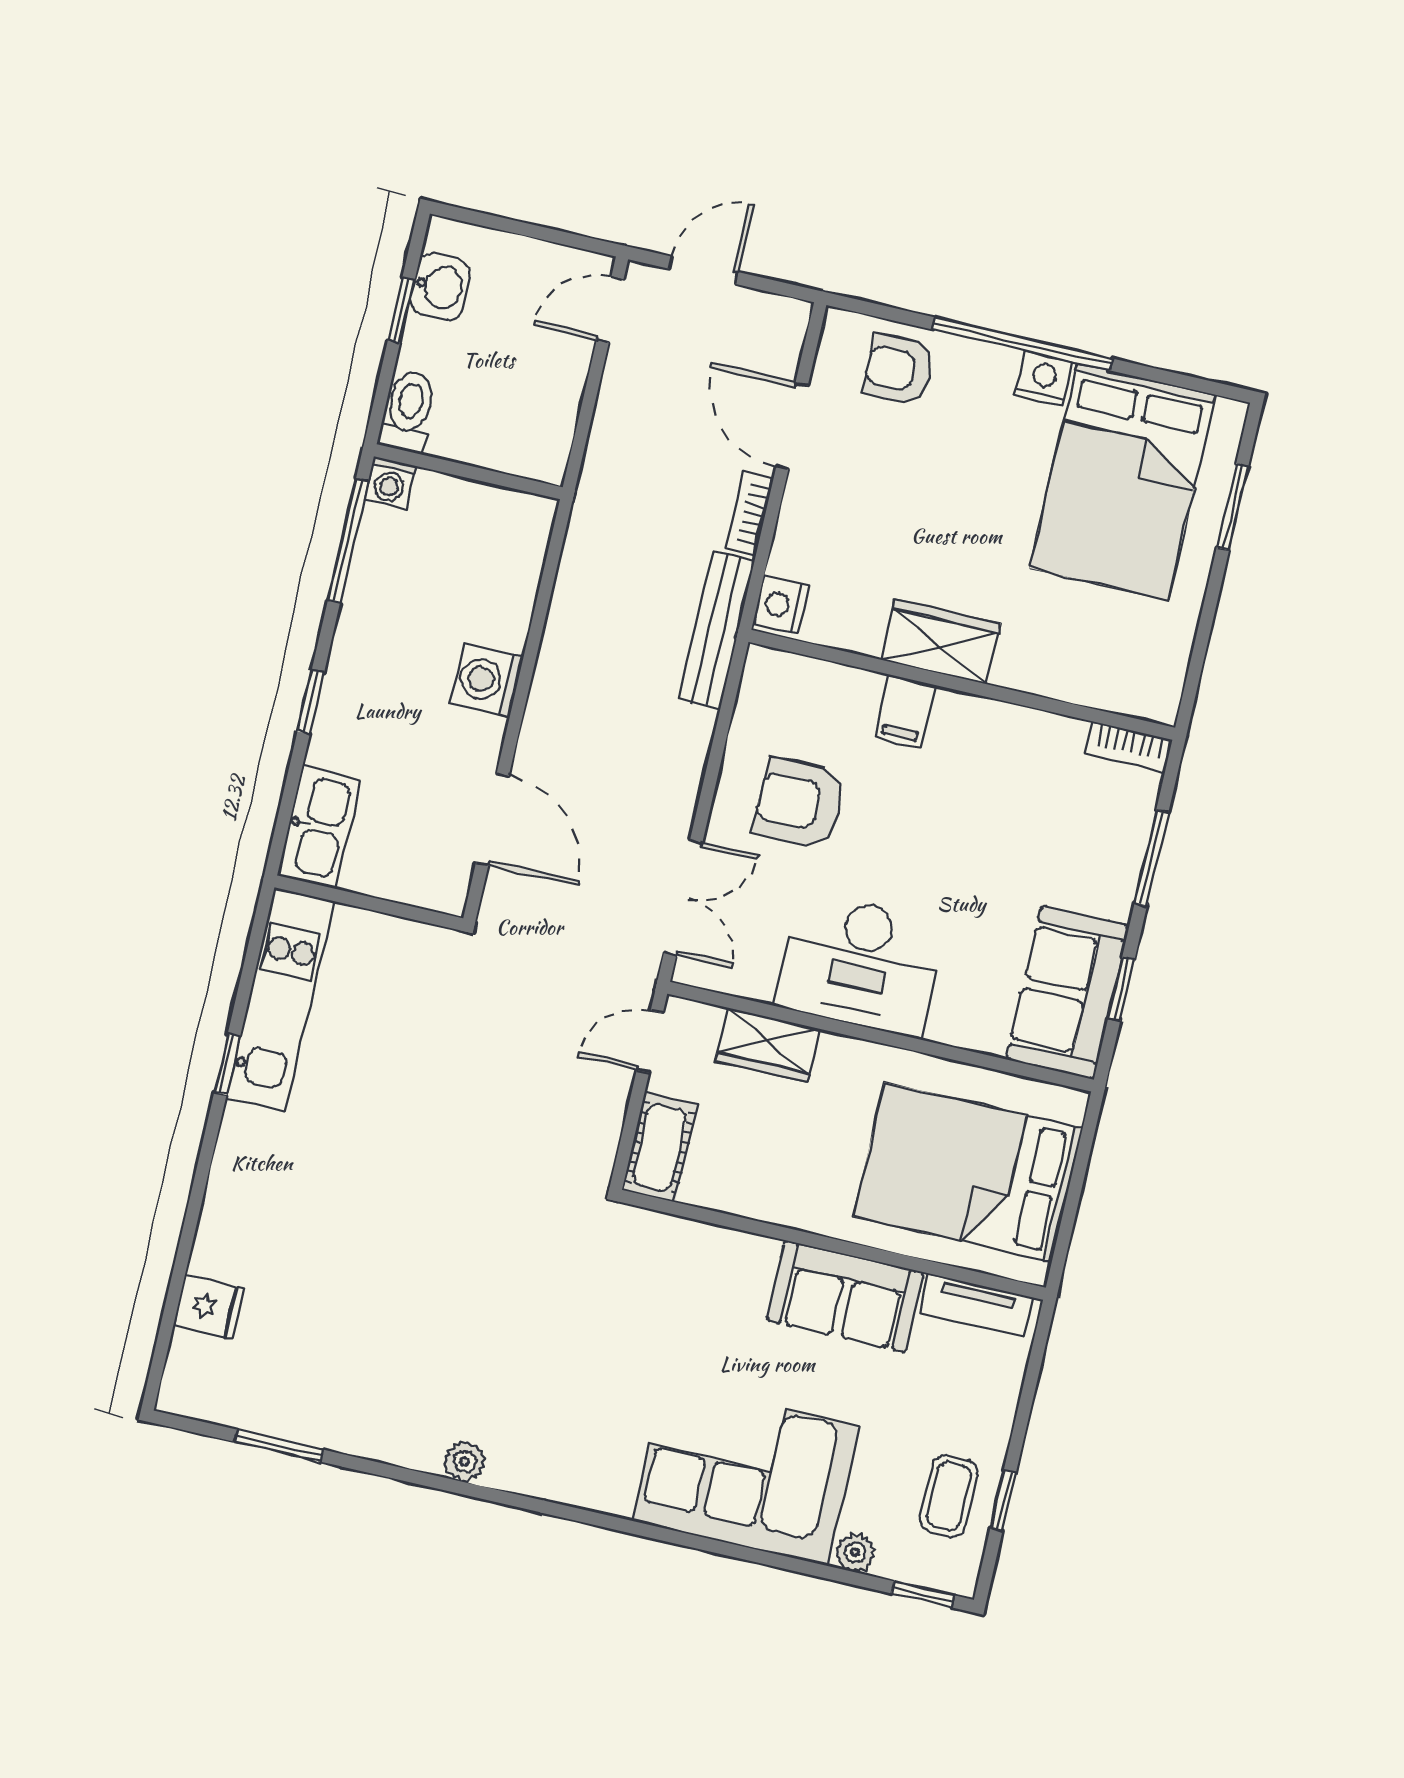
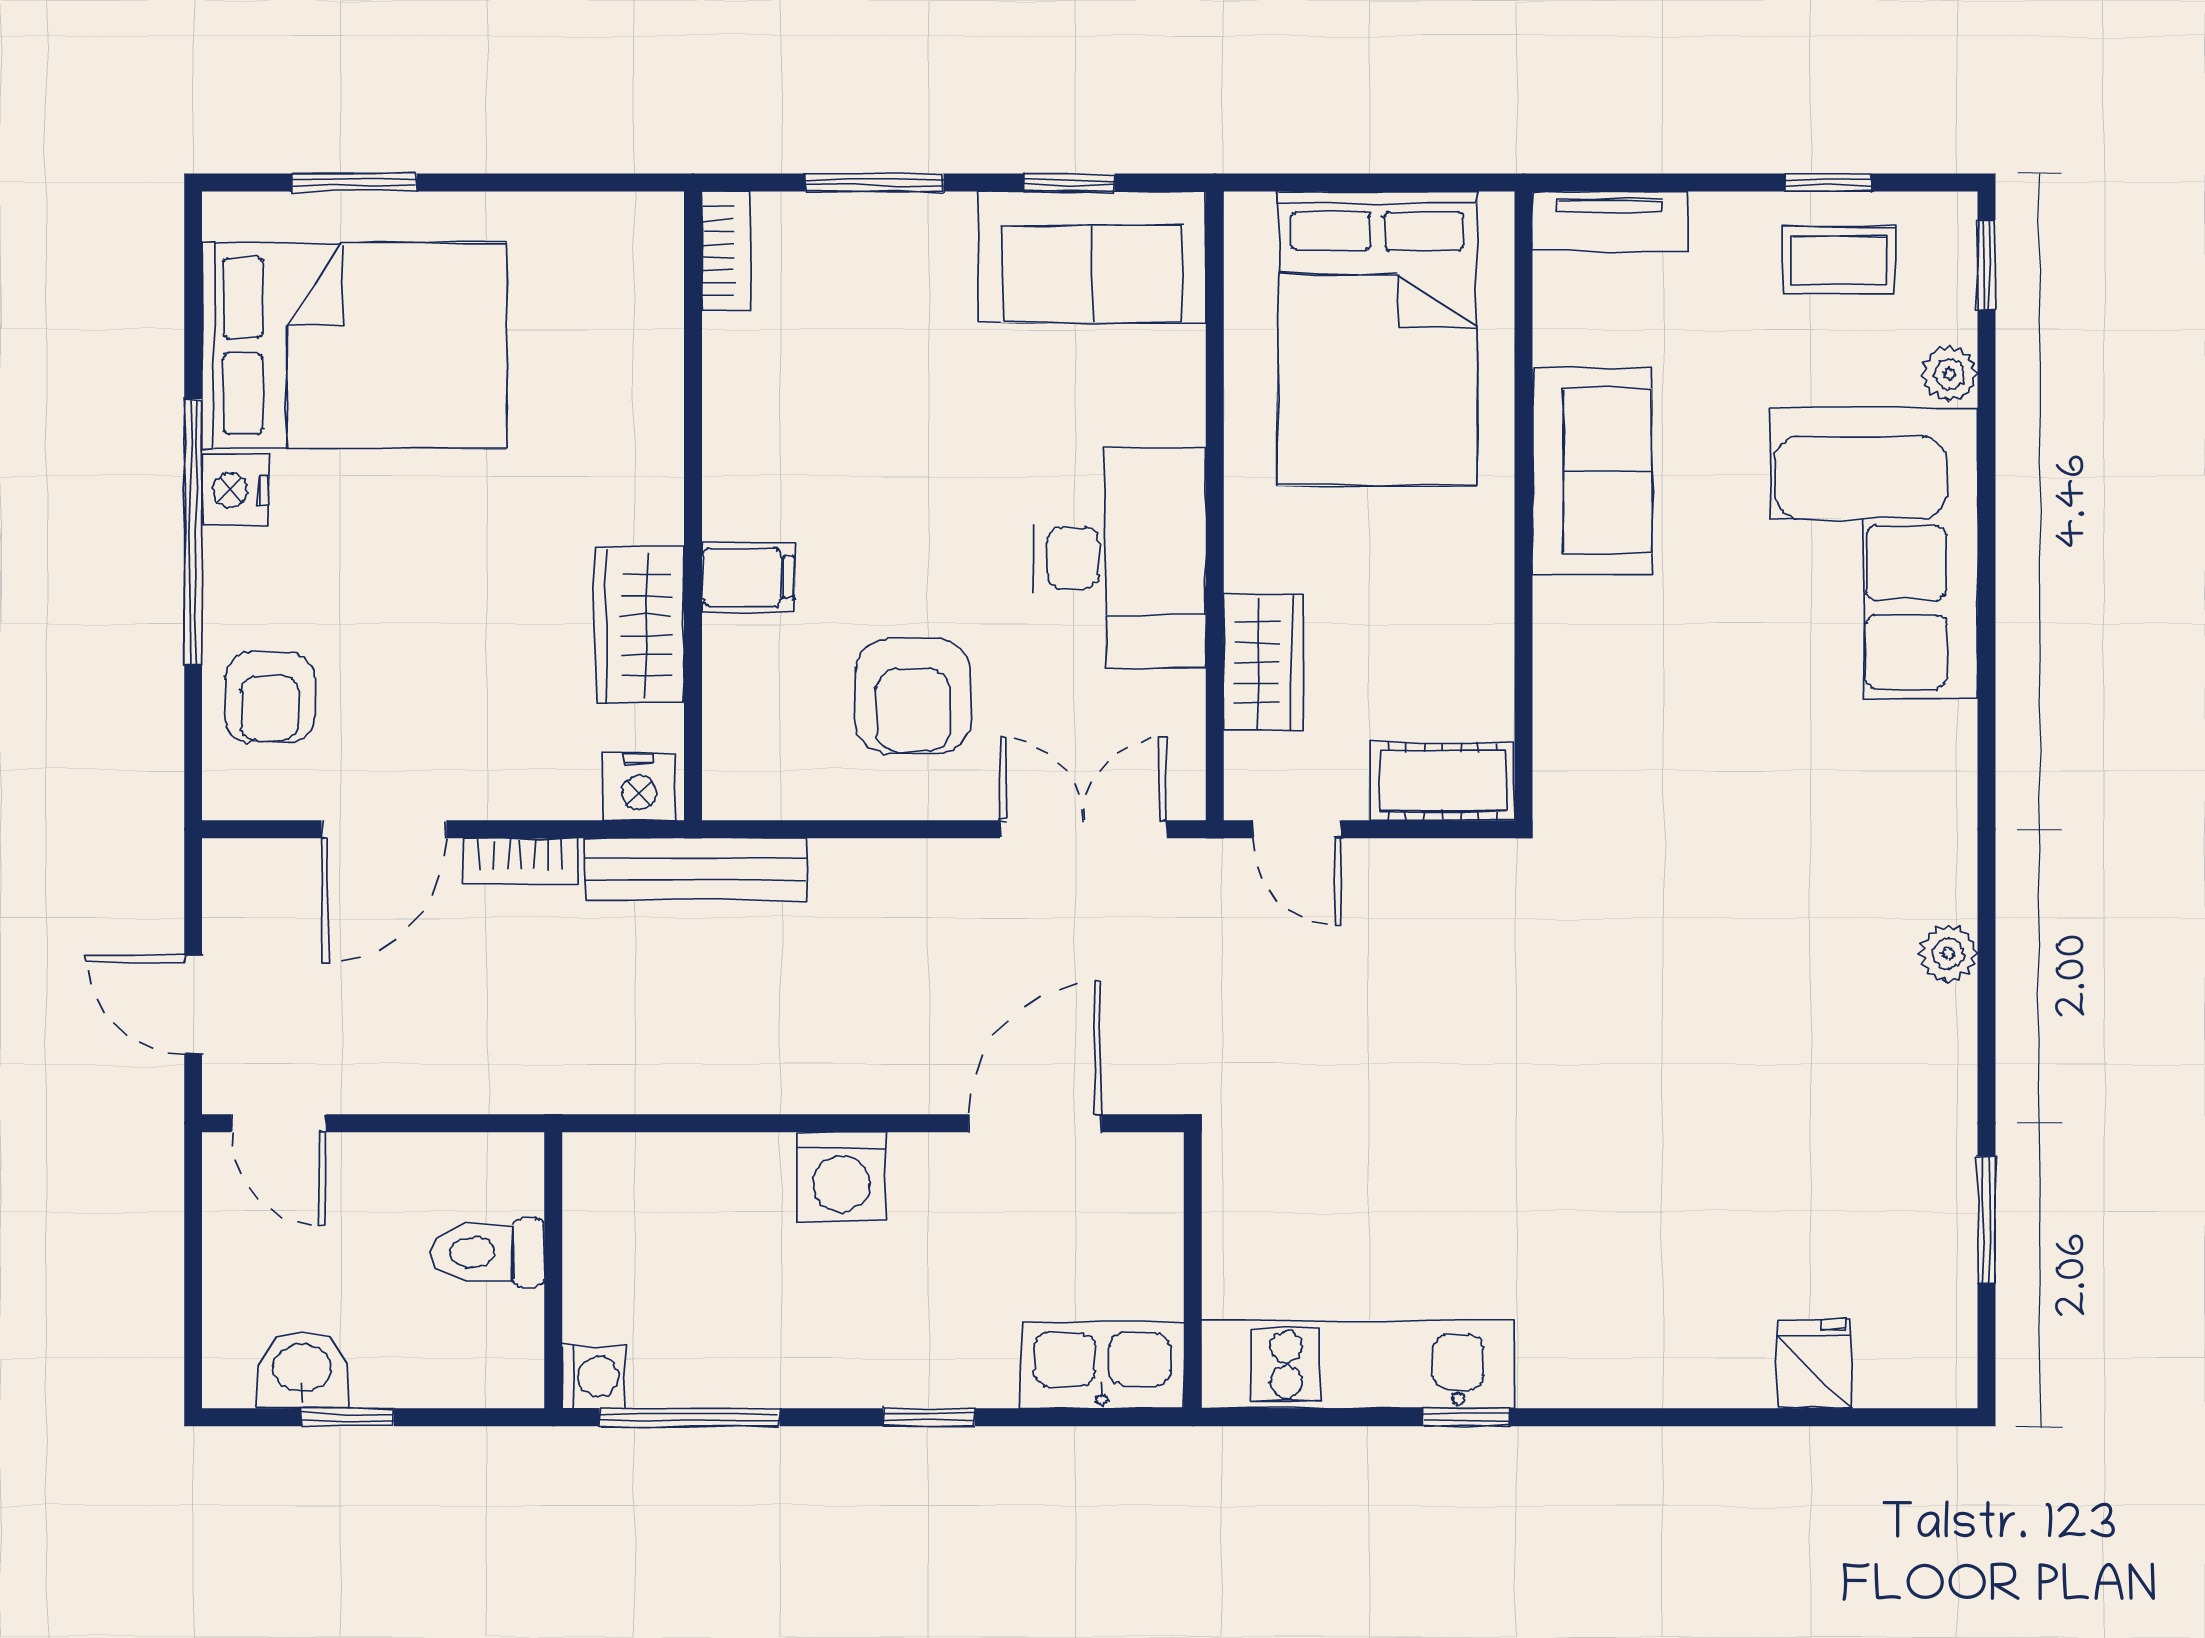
toilet: (408, 412) -> (488, 1252), moved
wardrobe: (941, 642) -> (639, 625), moved
tv unit: (976, 1305) -> (1610, 221), moved, turned 90

